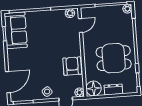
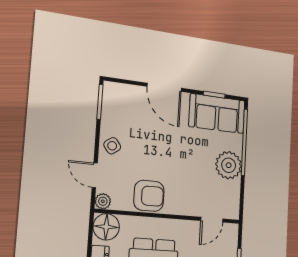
plant: (70, 13) -> (229, 165), moved, width x1.88, depth x1.88
door: (80, 25) -> (212, 220), hinge flipped
door: (8, 82) -> (164, 87), moved

